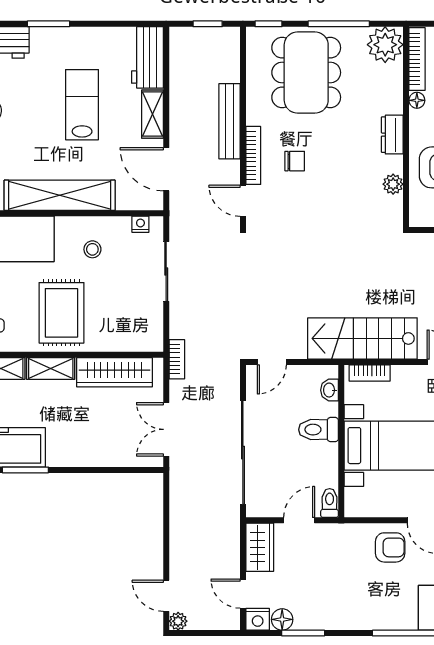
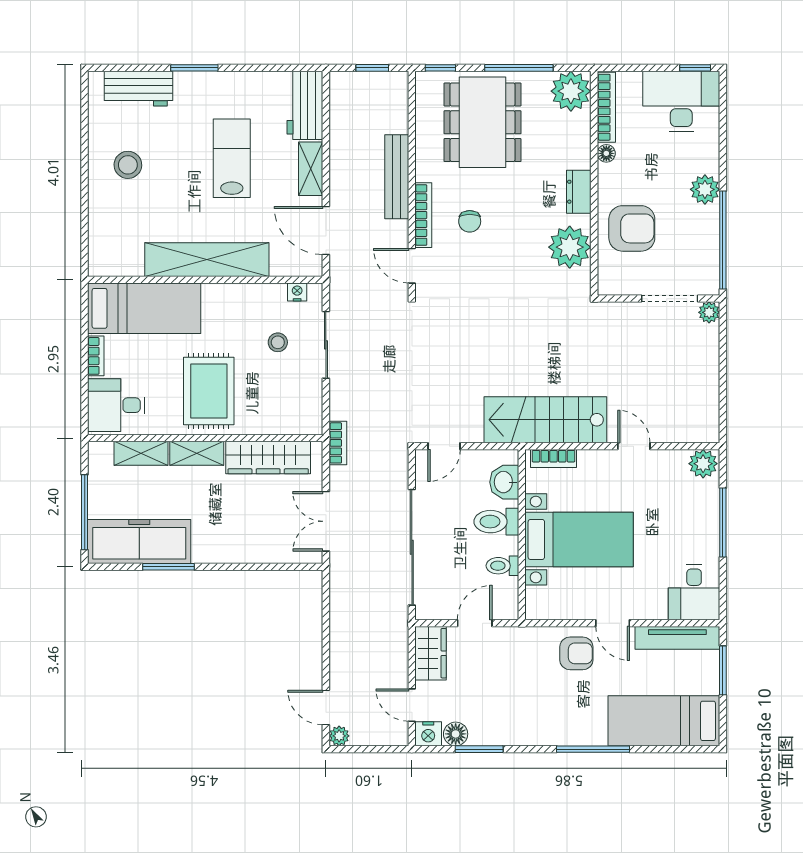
chair: (295, 161) -> (470, 221), turned 90
plant: (393, 184) -> (570, 247), width x1.88, depth x1.88
stool: (92, 249) -> (278, 342), moved
washbasin: (330, 390) -> (504, 482), width x1.38, depth x1.45
toilet: (330, 503) -> (502, 566), moved, turned -90

